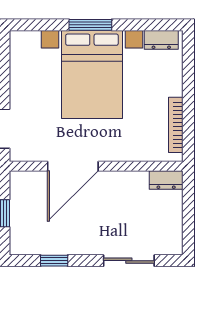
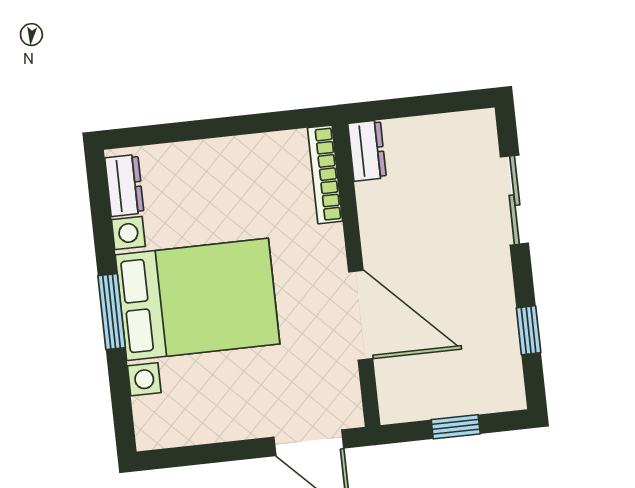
bookcase: (176, 125) -> (325, 174), moved, turned 90

